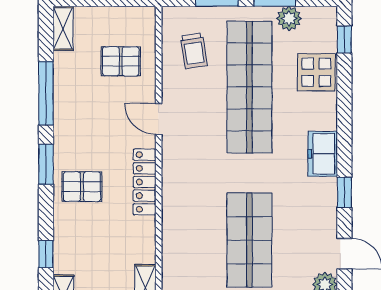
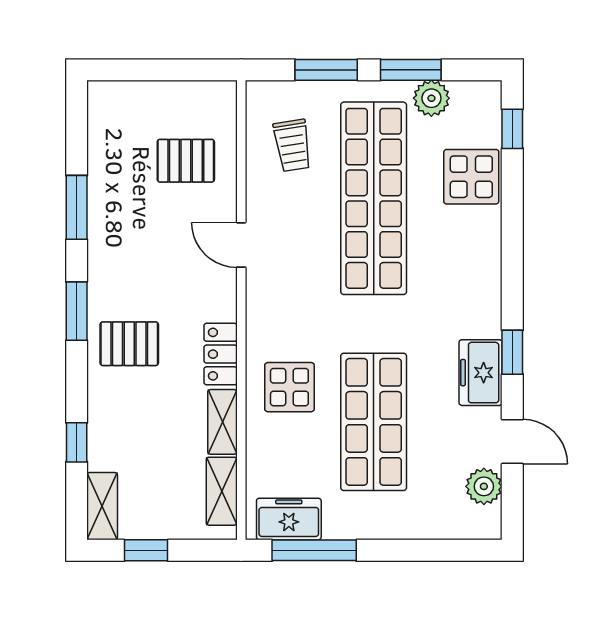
shelving: (63, 28) -> (222, 422), moved
window: (46, 93) -> (77, 207), width x0.69
freezer: (323, 154) -> (481, 373), moved
locker: (145, 182) -> (221, 354), width x0.66
display table: (192, 216) -> (289, 387), added

